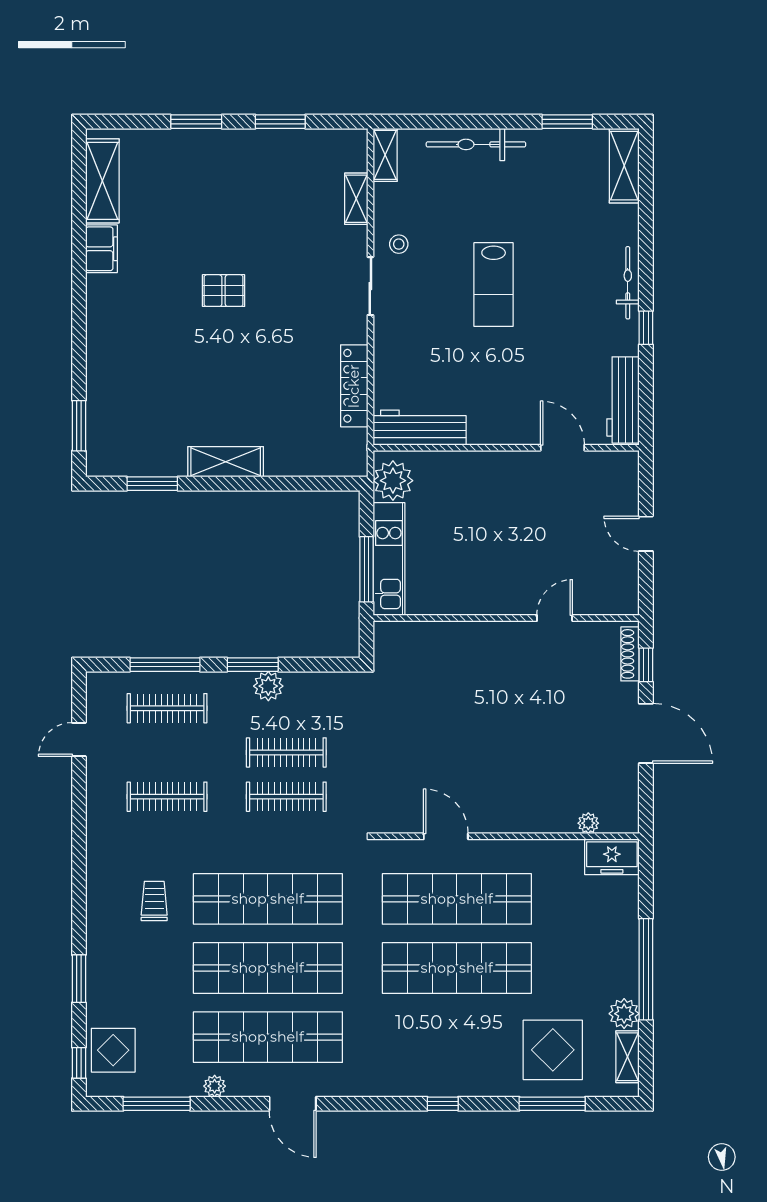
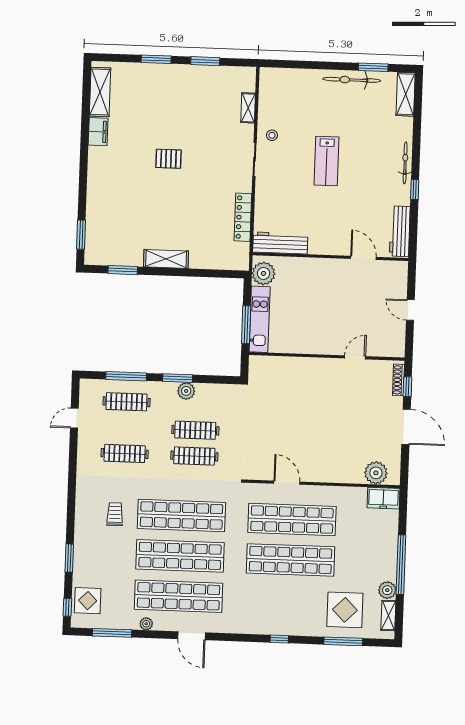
bicycle: (476, 144) -> (352, 80), moved
shelving: (385, 155) -> (266, 83), removed
plant: (588, 823) -> (376, 473), width x1.87, depth x1.87

